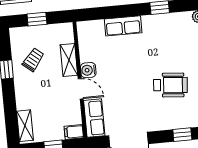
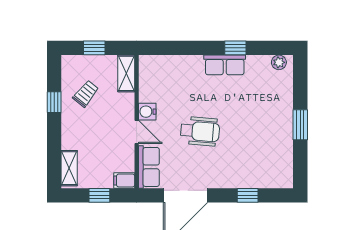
row of seats: (123, 26) -> (225, 65), moved
shelving: (69, 60) -> (126, 73), moved
wheelchair: (170, 85) -> (200, 131), moved

